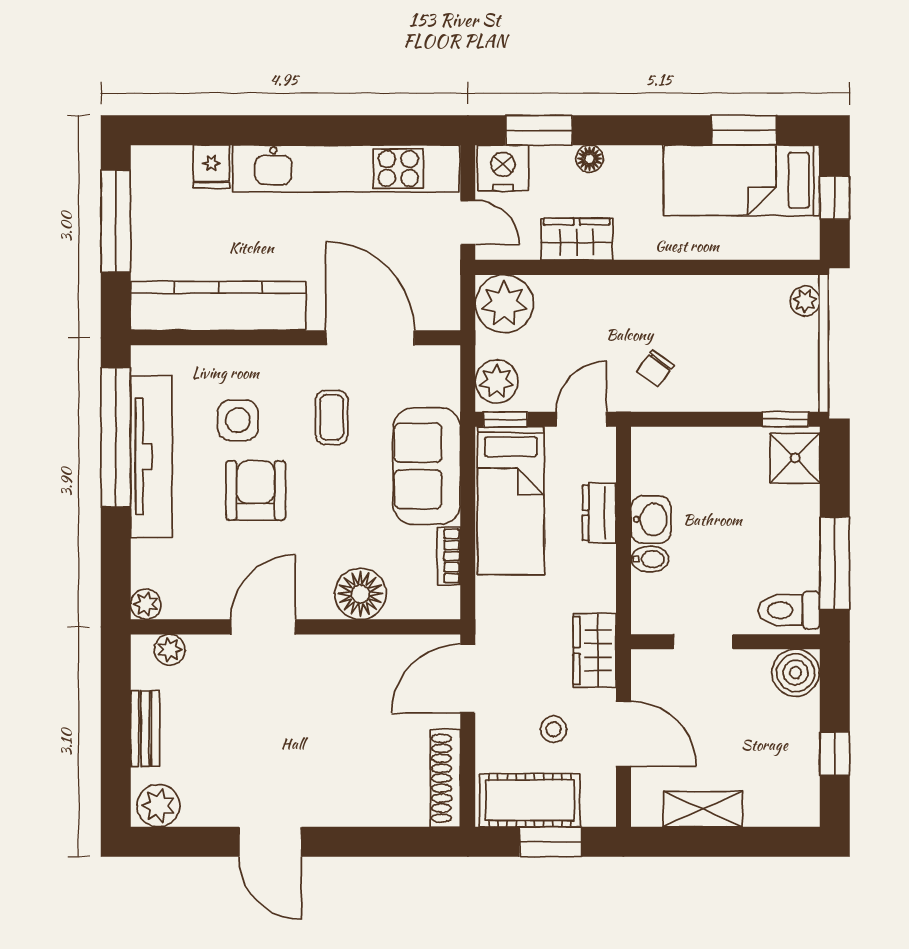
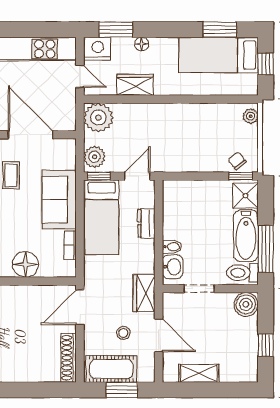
chair: (655, 368) -> (237, 161), moved, turned 106
washbasin: (651, 519) -> (173, 267), moved
bathtub: (796, 537) -> (246, 236), added

